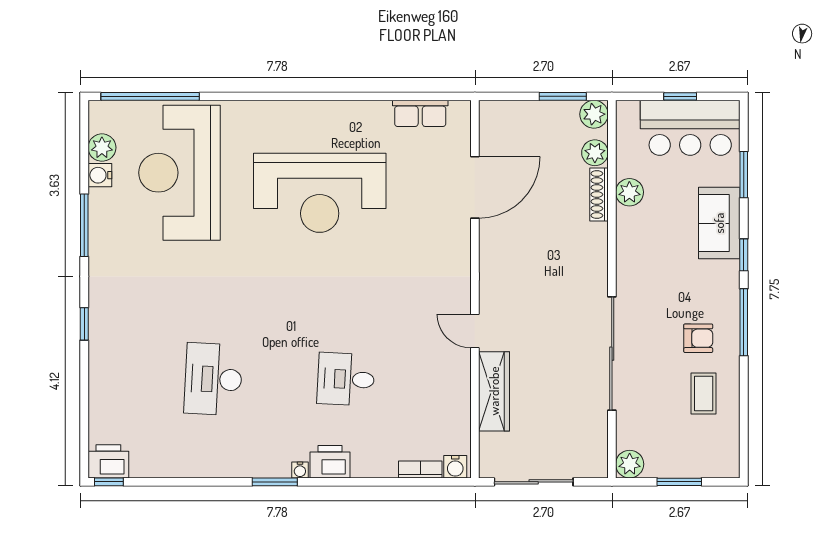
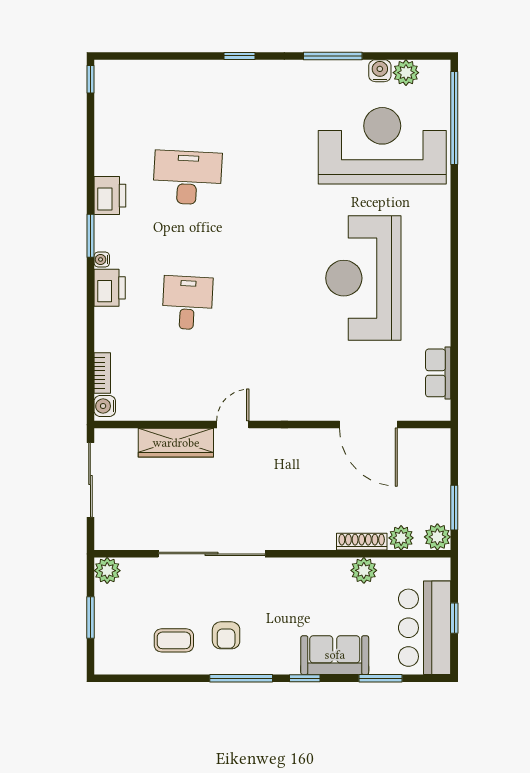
printer: (108, 461) -> (110, 196), moved

